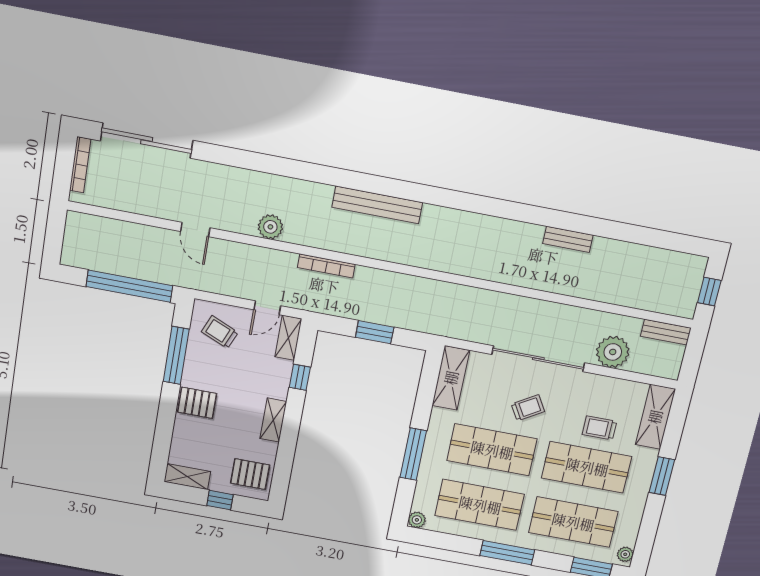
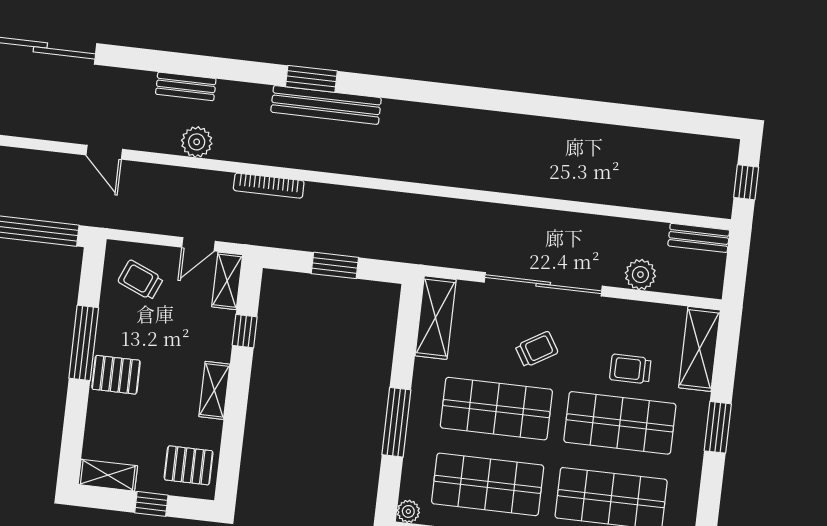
window: (367, 183) -> (311, 79), added
bench: (568, 239) -> (186, 86), moved
plant: (613, 352) -> (640, 275), width x0.73, depth x0.73
window: (176, 355) -> (84, 343), moved

